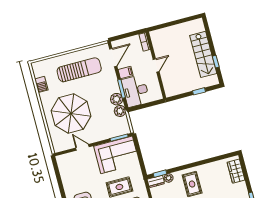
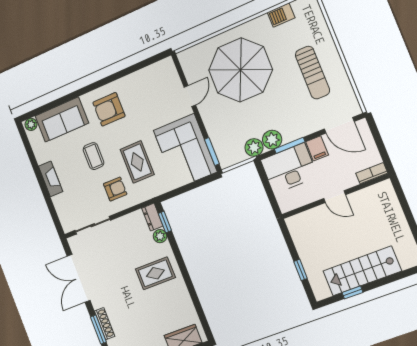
sun lounger: (79, 70) -> (312, 73), width x0.73, depth x0.75

